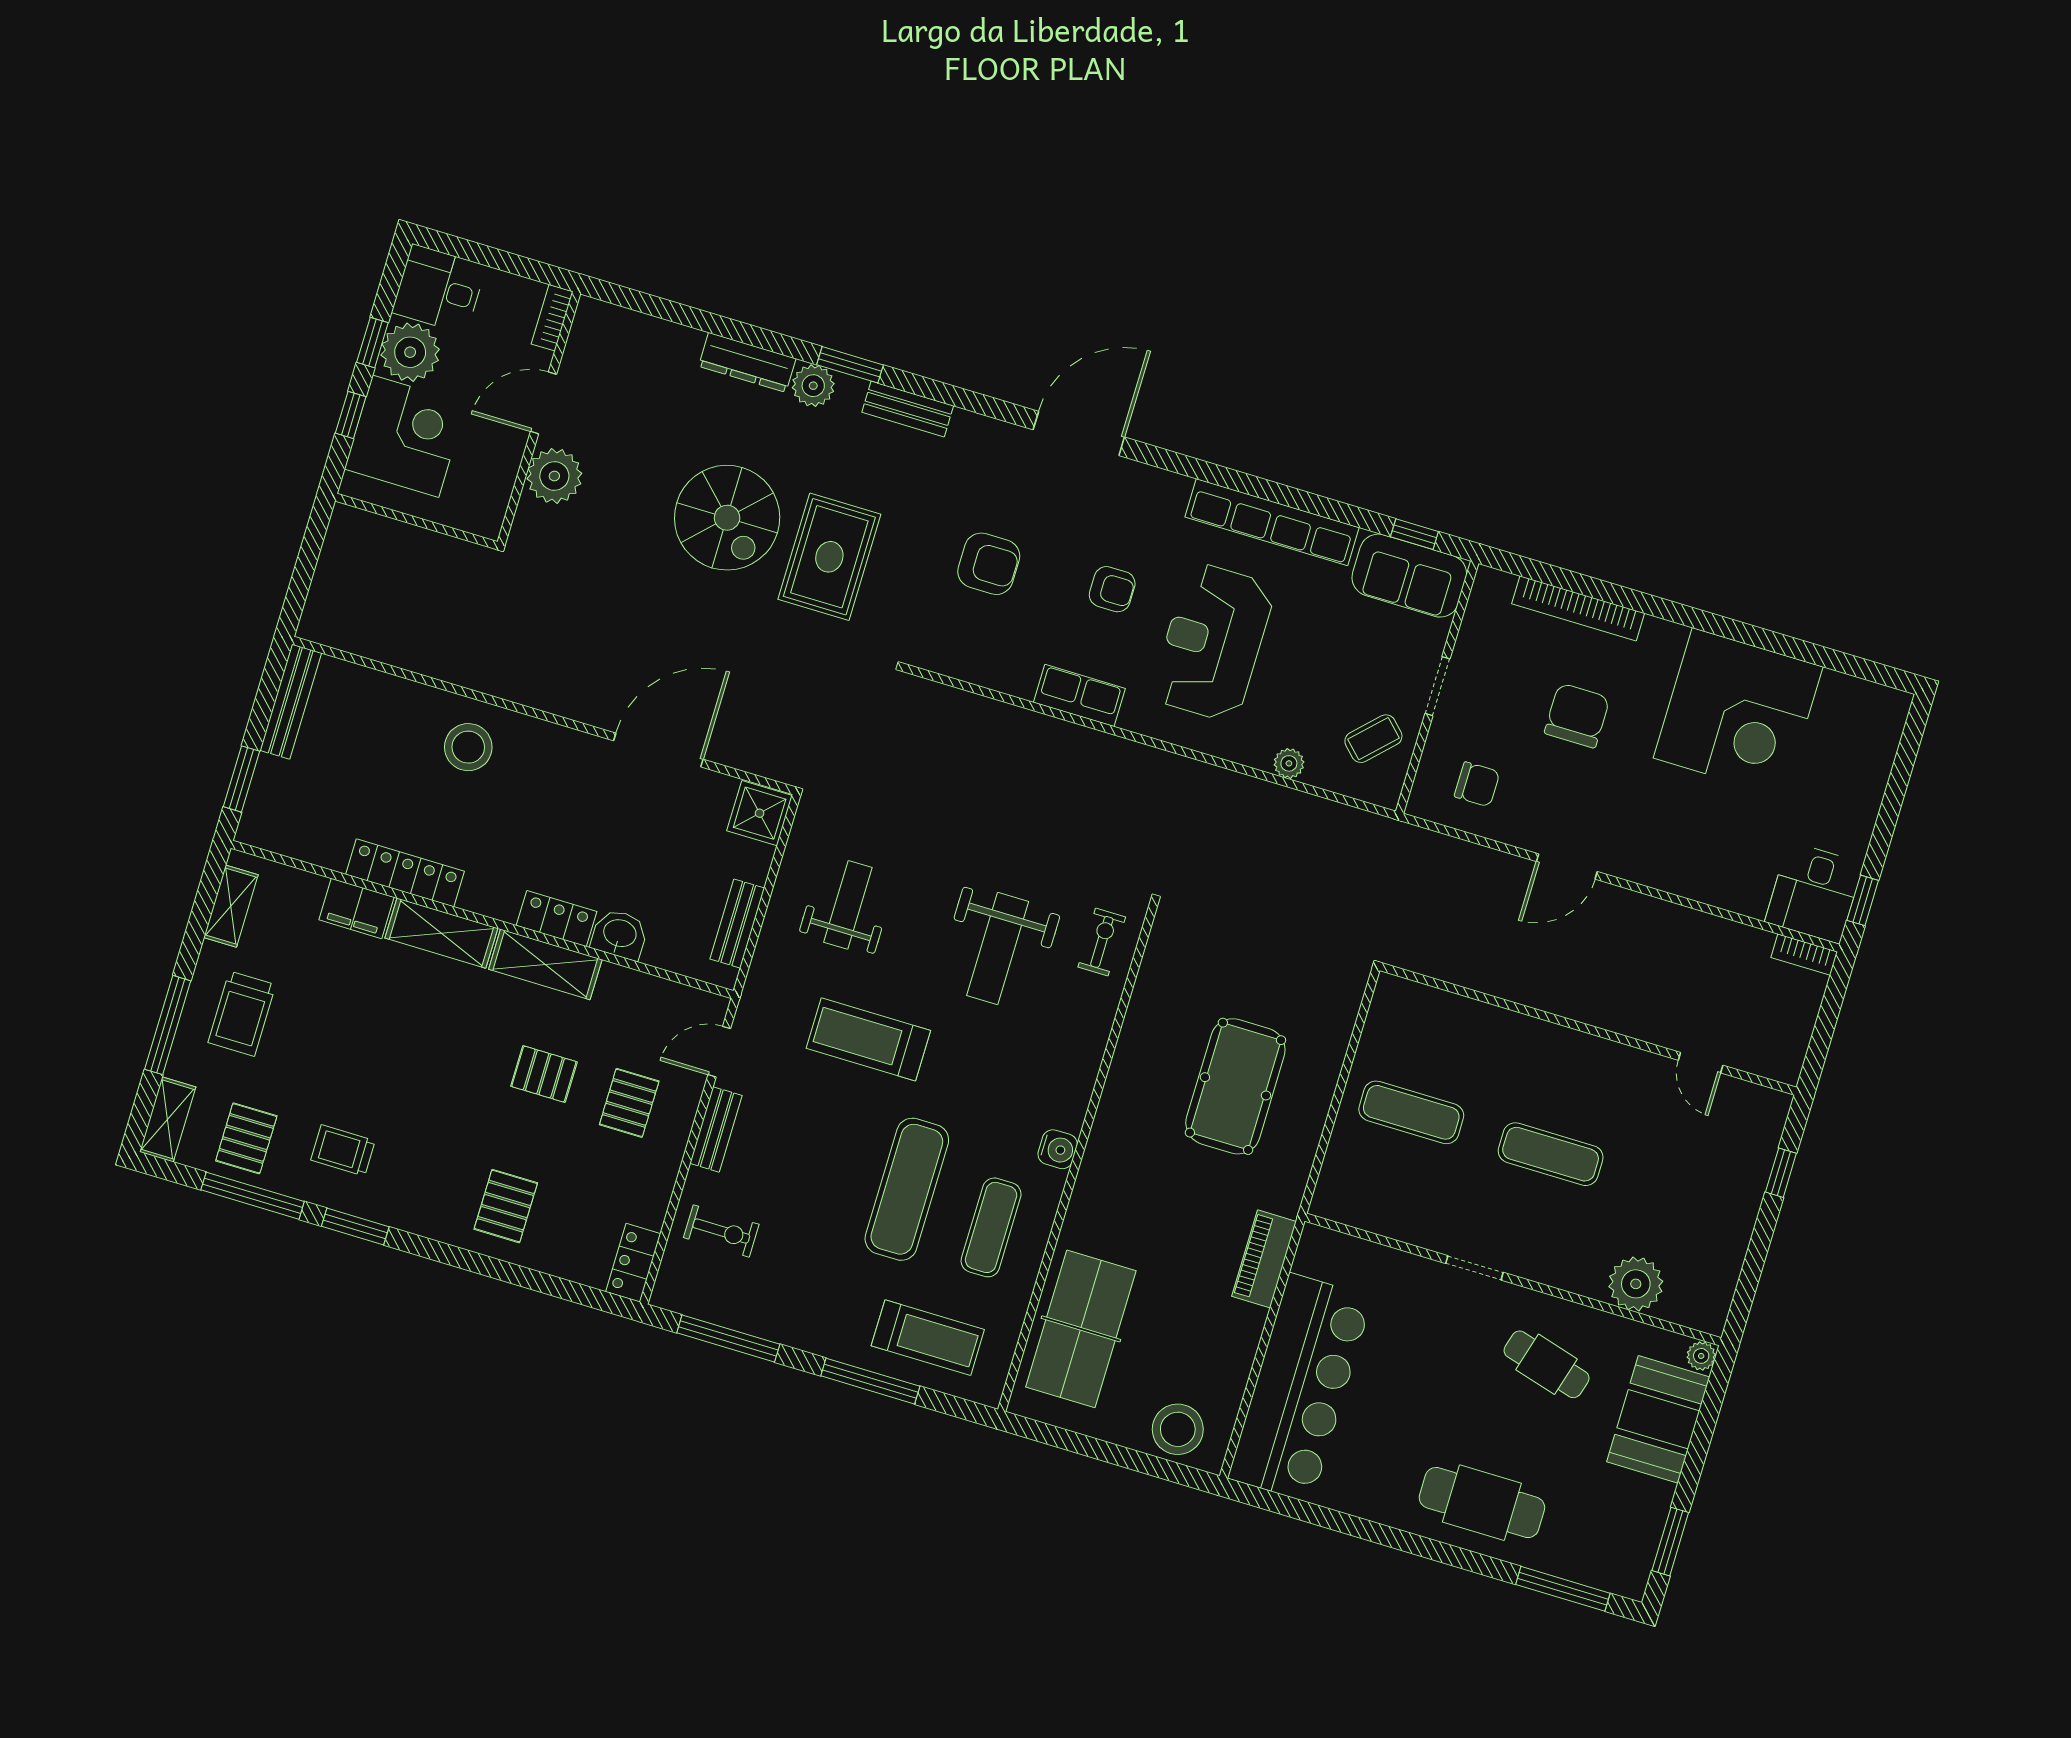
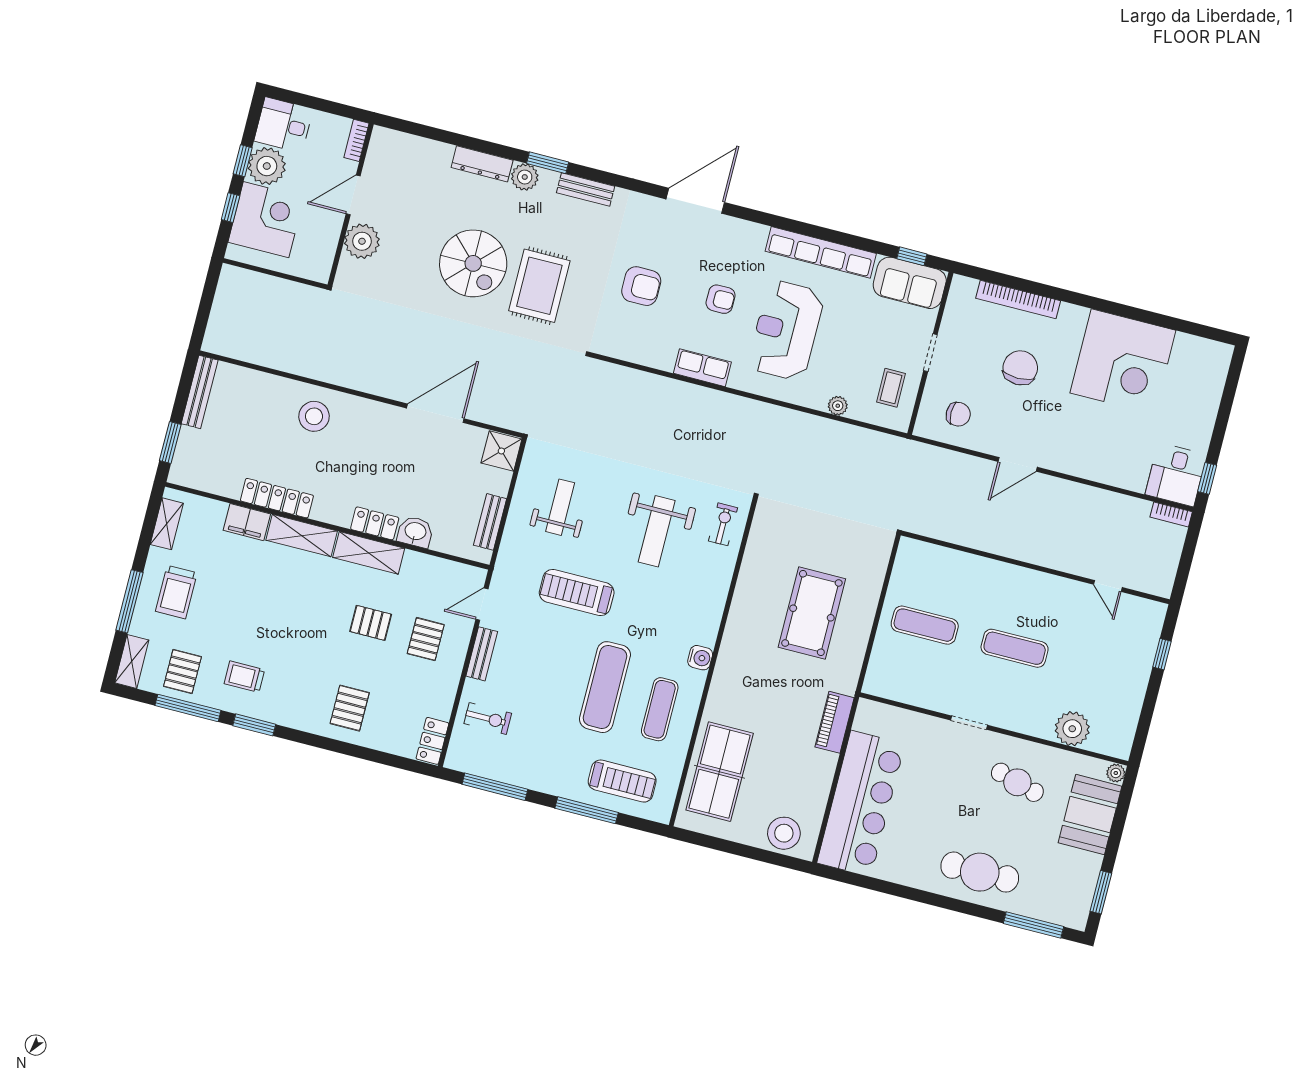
coffee table: (1373, 739) -> (891, 388), turned -45

